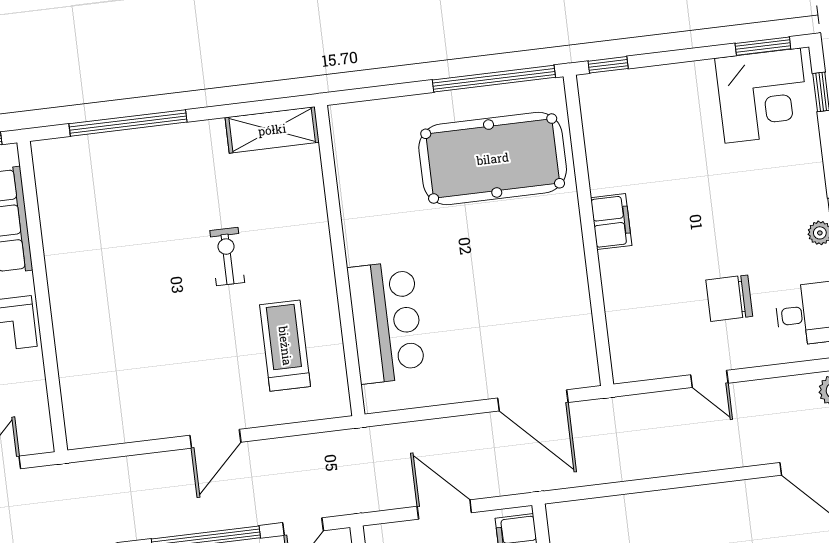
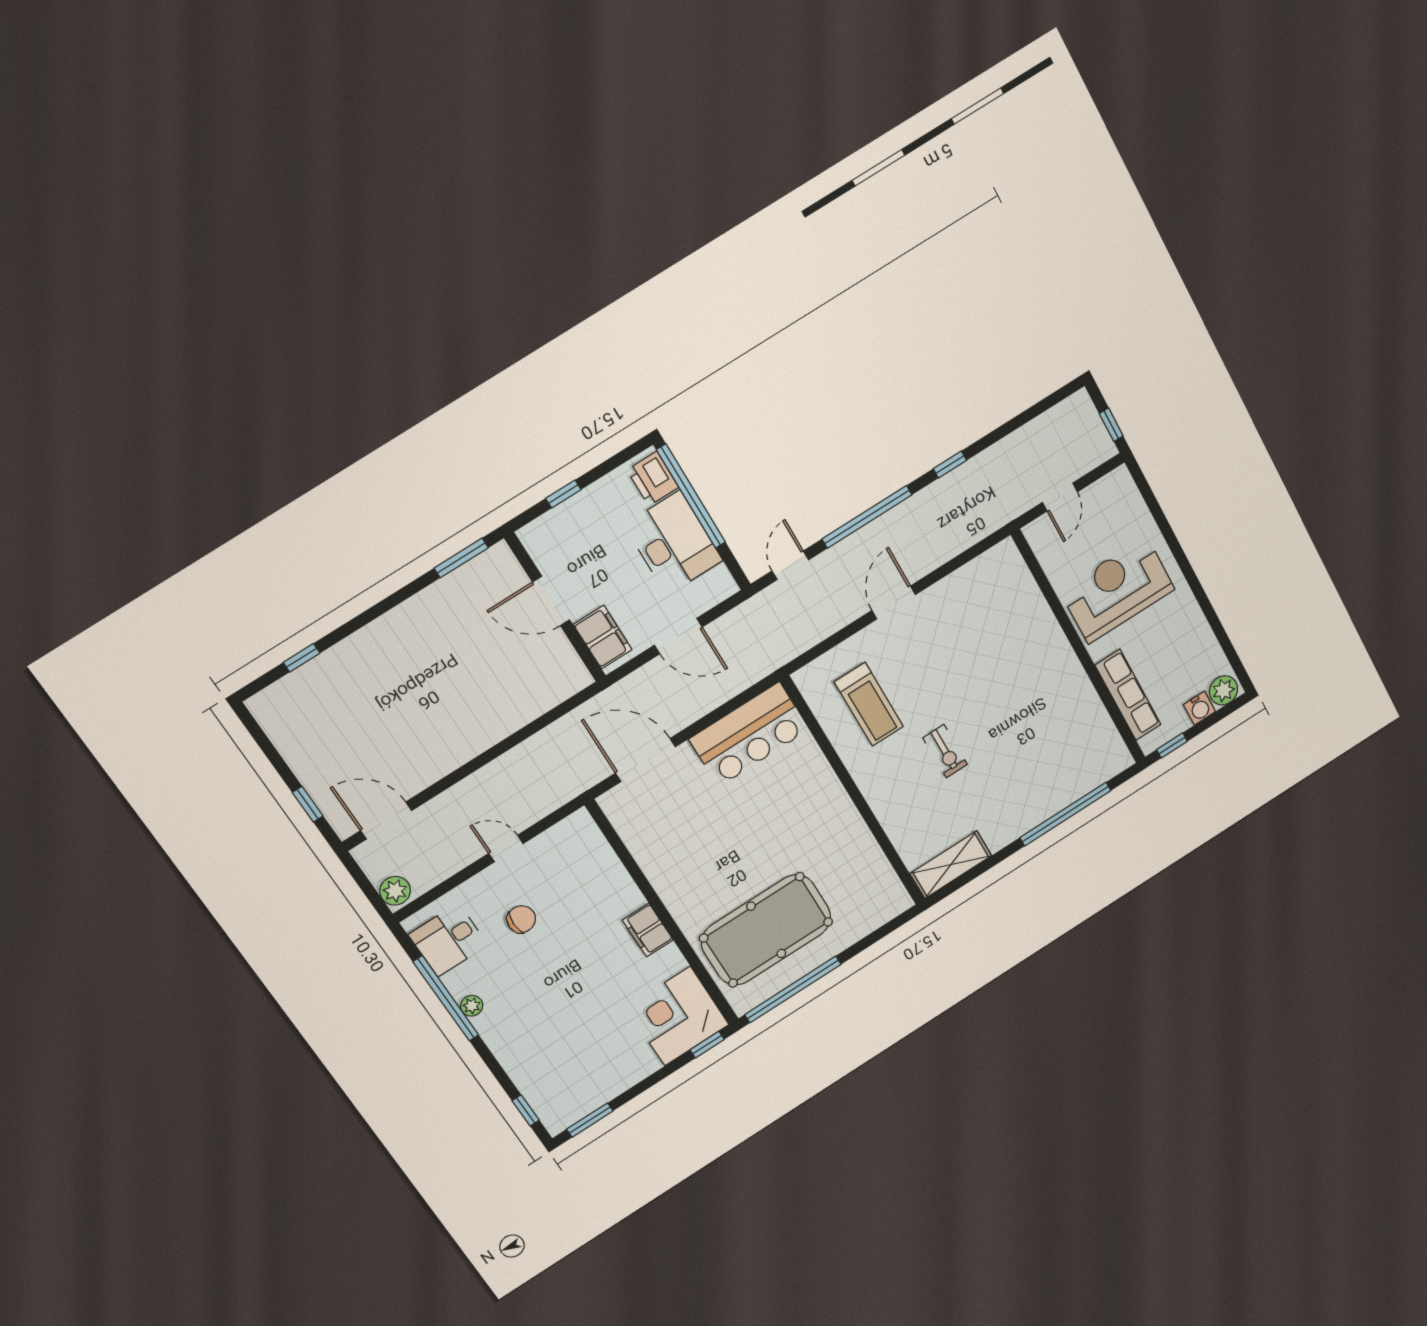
corner desk: (763, 96) -> (678, 1016), moved
chair: (729, 298) -> (521, 919), width x0.73, depth x0.73
bar counter: (386, 322) -> (749, 734), moved, turned -90

